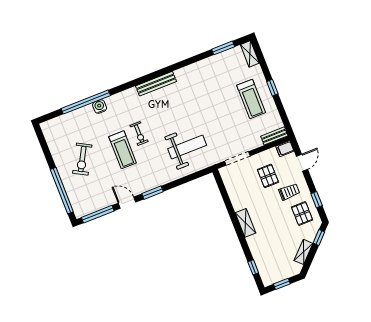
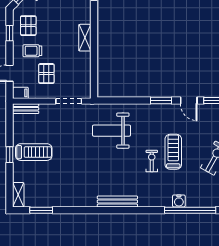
treadmill: (251, 99) -> (34, 152), turned 90

